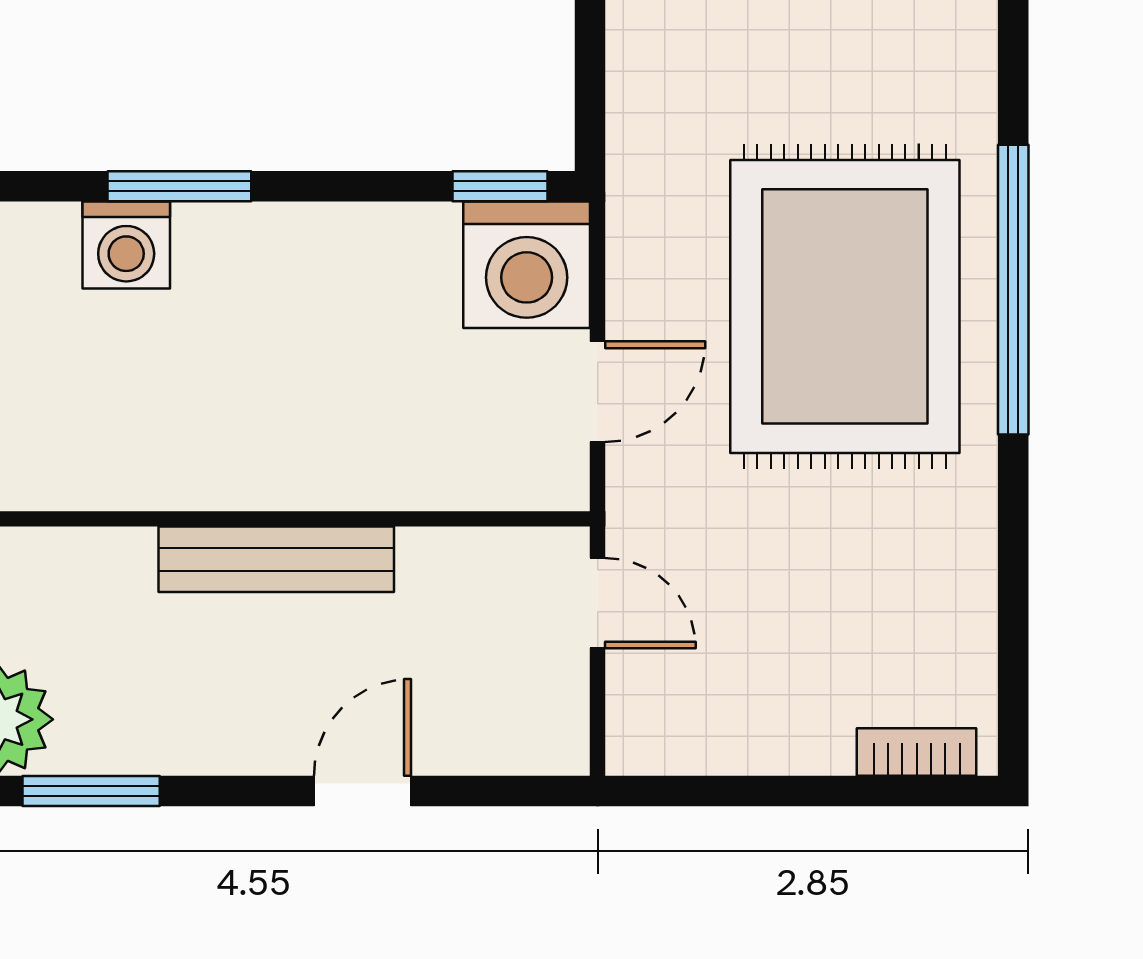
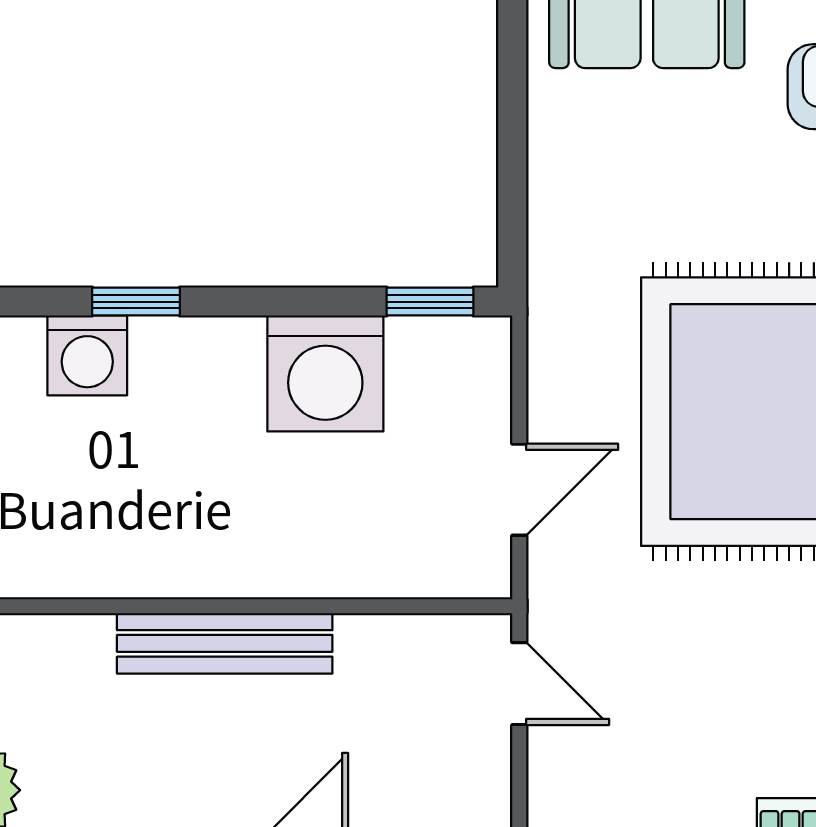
window: (179, 186) -> (136, 302), width x0.67
washing machine: (527, 265) -> (325, 373), moved

